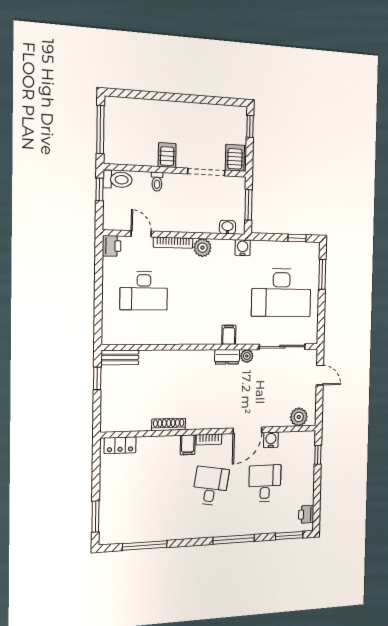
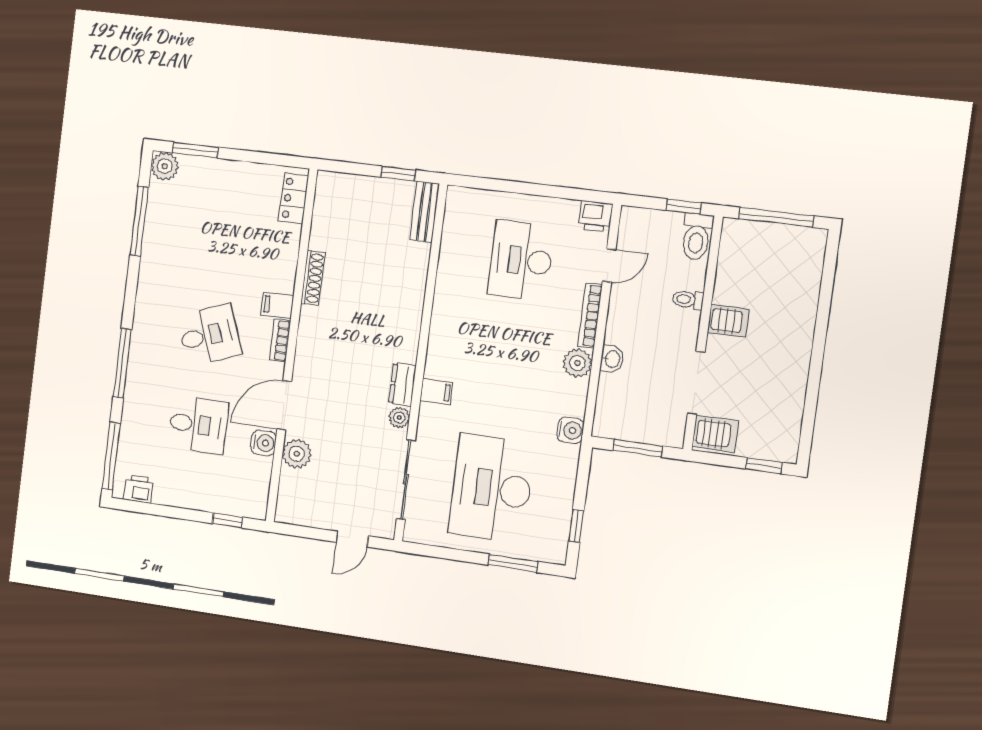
washbasin: (227, 227) -> (612, 359), moved
plant: (299, 417) -> (297, 454), moved
door: (247, 430) -> (284, 405), hinge flipped
desk: (211, 486) -> (209, 335), turned -30
plant: (108, 535) -> (165, 166), added
window: (289, 536) -> (111, 456), width x1.44

